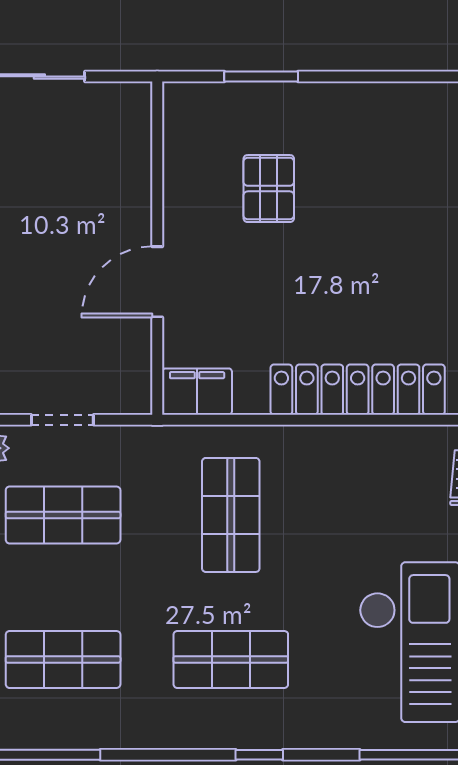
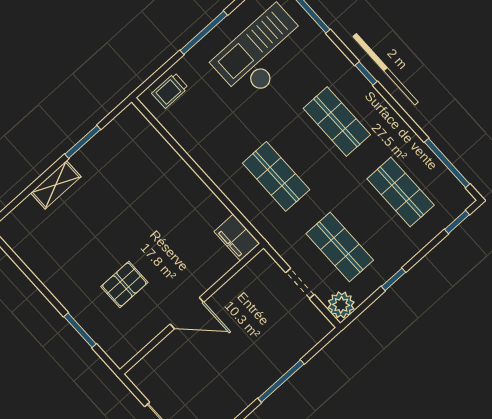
door: (157, 282) -> (187, 313), moved
locker: (358, 390) -> (175, 171), removed
shop shelf: (231, 515) -> (276, 176), turned 90

